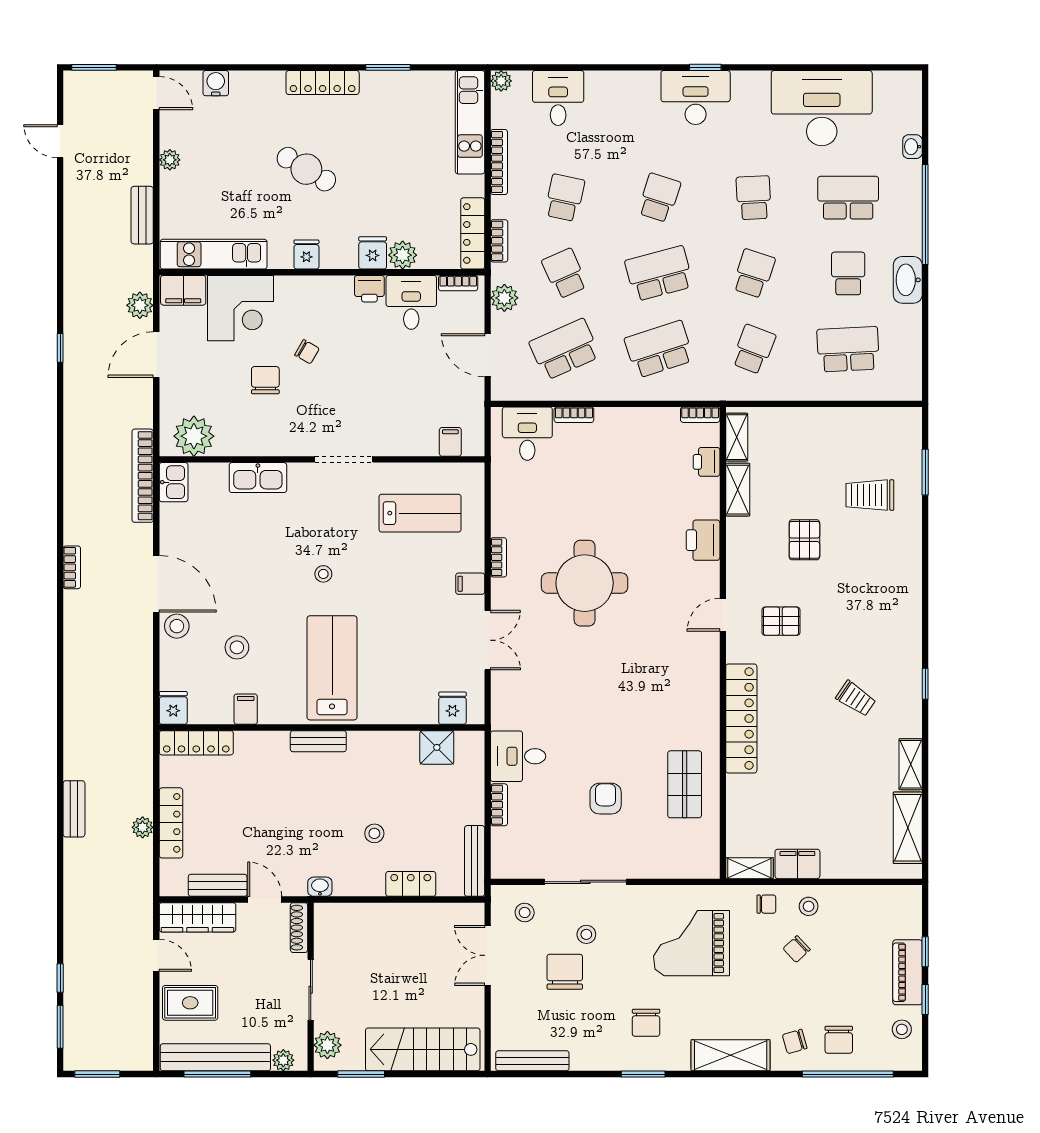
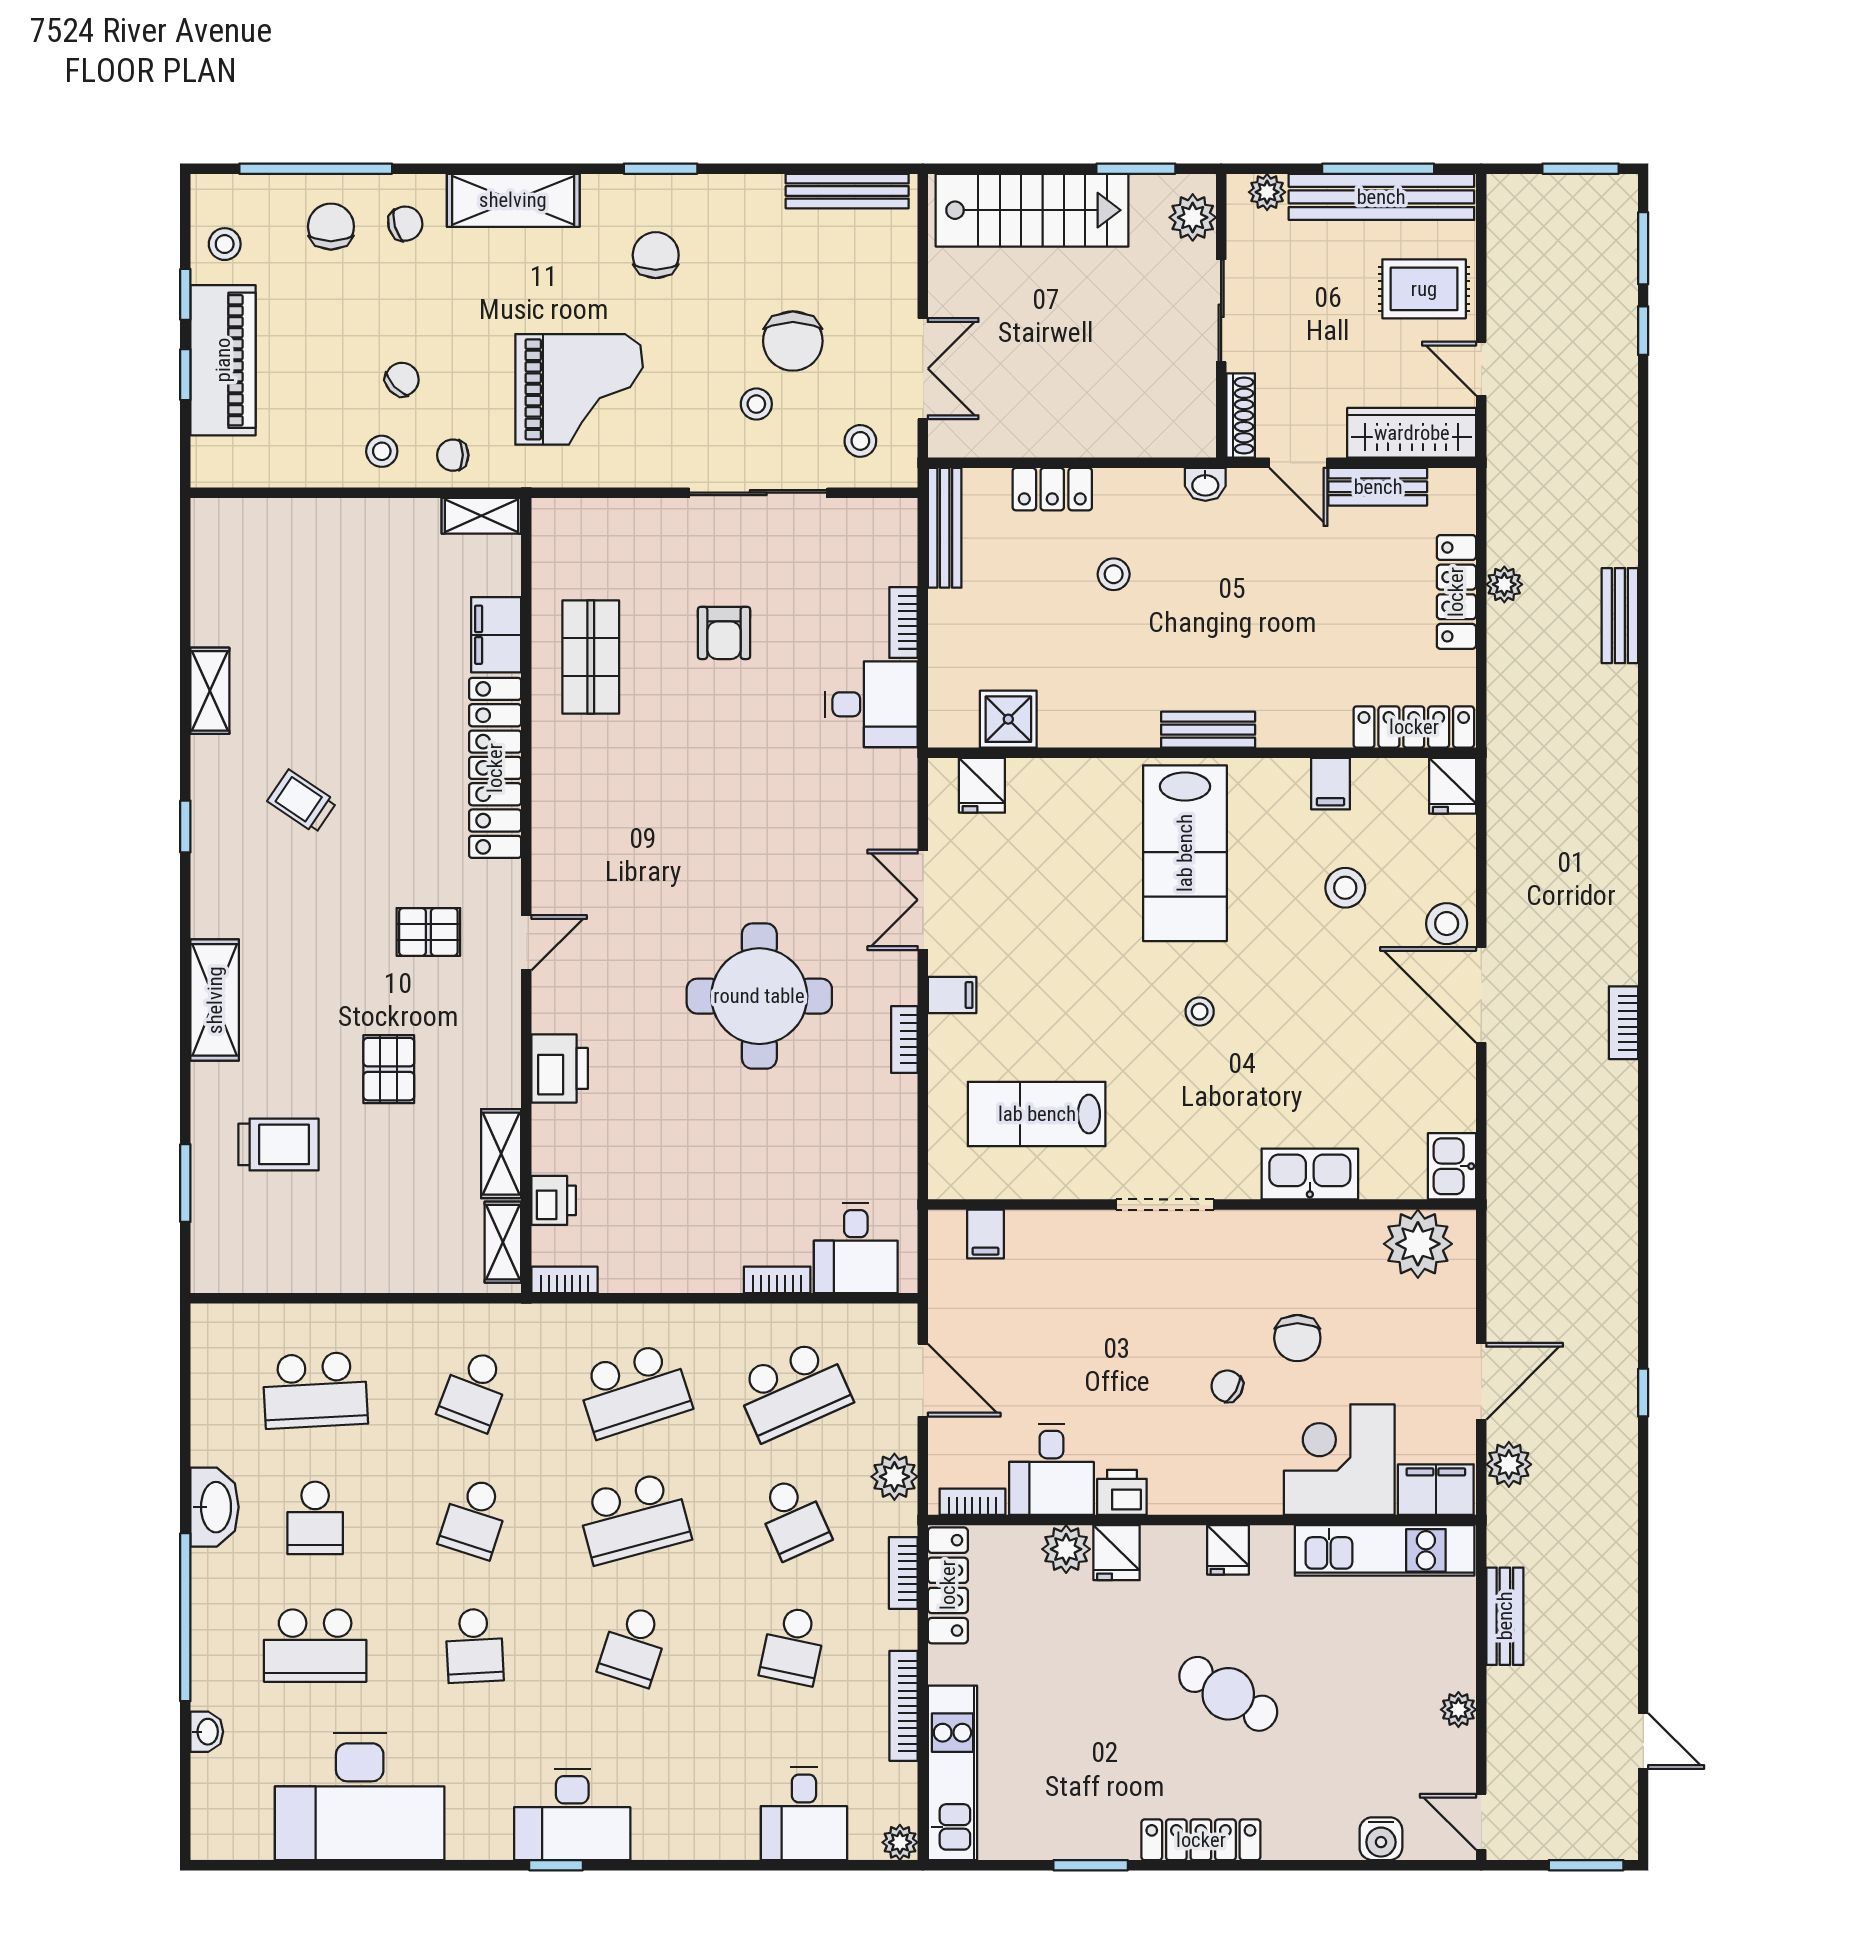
bookcase: (143, 476) -> (1504, 1177), removed
shelving: (908, 828) -> (215, 1000), moved
filing cabinet: (797, 864) -> (496, 635), moved, turned 90
piano: (908, 972) -> (223, 360), width x1.37, depth x1.33

